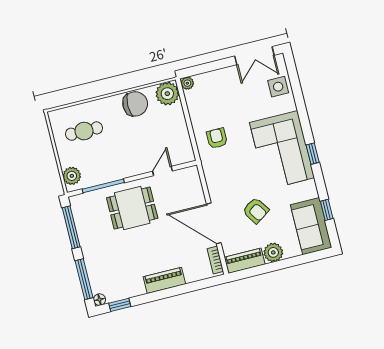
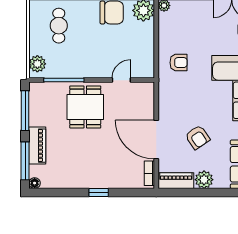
cafe table: (84, 131) -> (59, 26), turned 90
armchair: (217, 138) -> (178, 63), turned 90
dining table: (132, 208) -> (85, 107), turned 90
piano: (164, 280) -> (37, 146), moved, turned 90
window: (120, 305) -> (99, 193), moved

